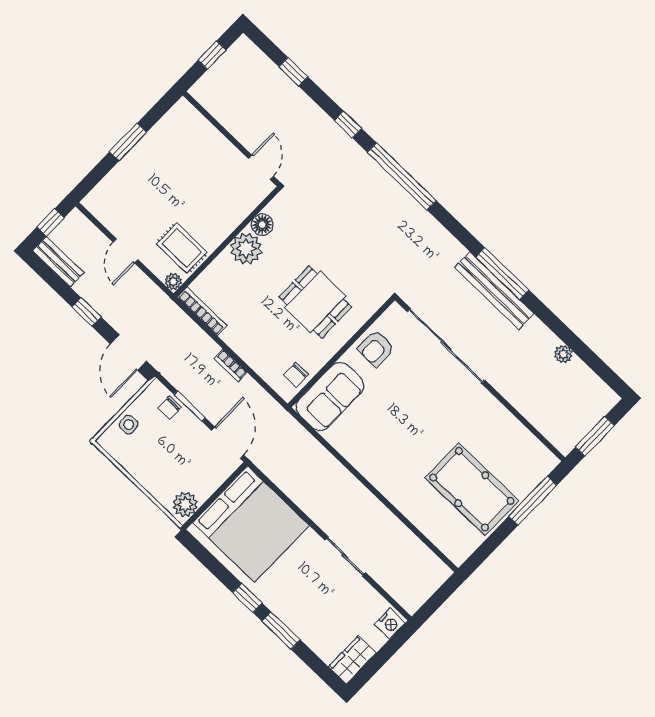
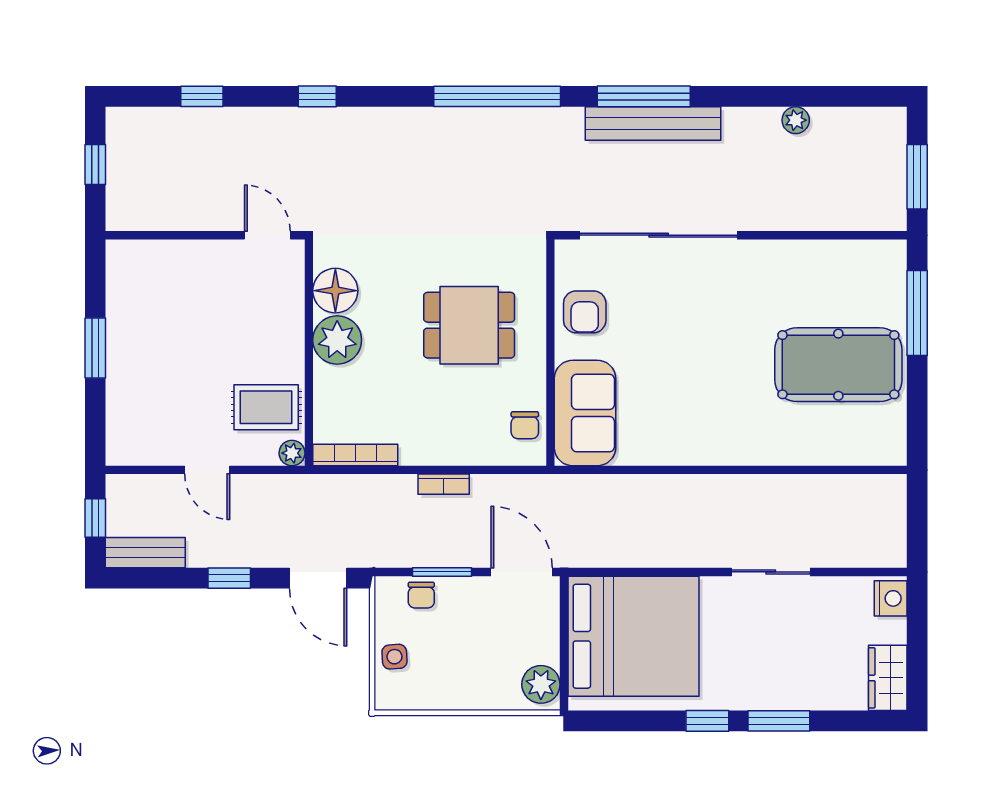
window: (402, 176) -> (497, 96), moved
floor lamp: (262, 225) -> (335, 291), width x1.38, depth x1.38

